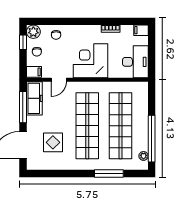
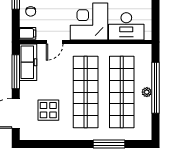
desk: (135, 62) -> (126, 26), moved, turned 90
window: (152, 139) -> (155, 88), moved
plant: (143, 156) -> (147, 92), moved

